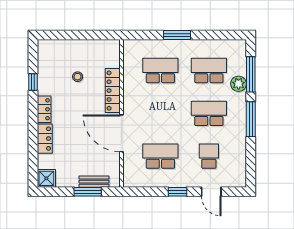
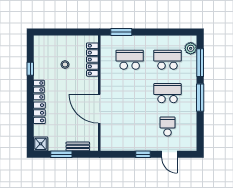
window: (177, 35) -> (121, 32), moved
plant: (239, 84) -> (191, 48), moved
locker: (113, 91) -> (92, 60), moved
school desk: (160, 156) -> (130, 127), removed
window: (88, 192) -> (61, 154), moved

